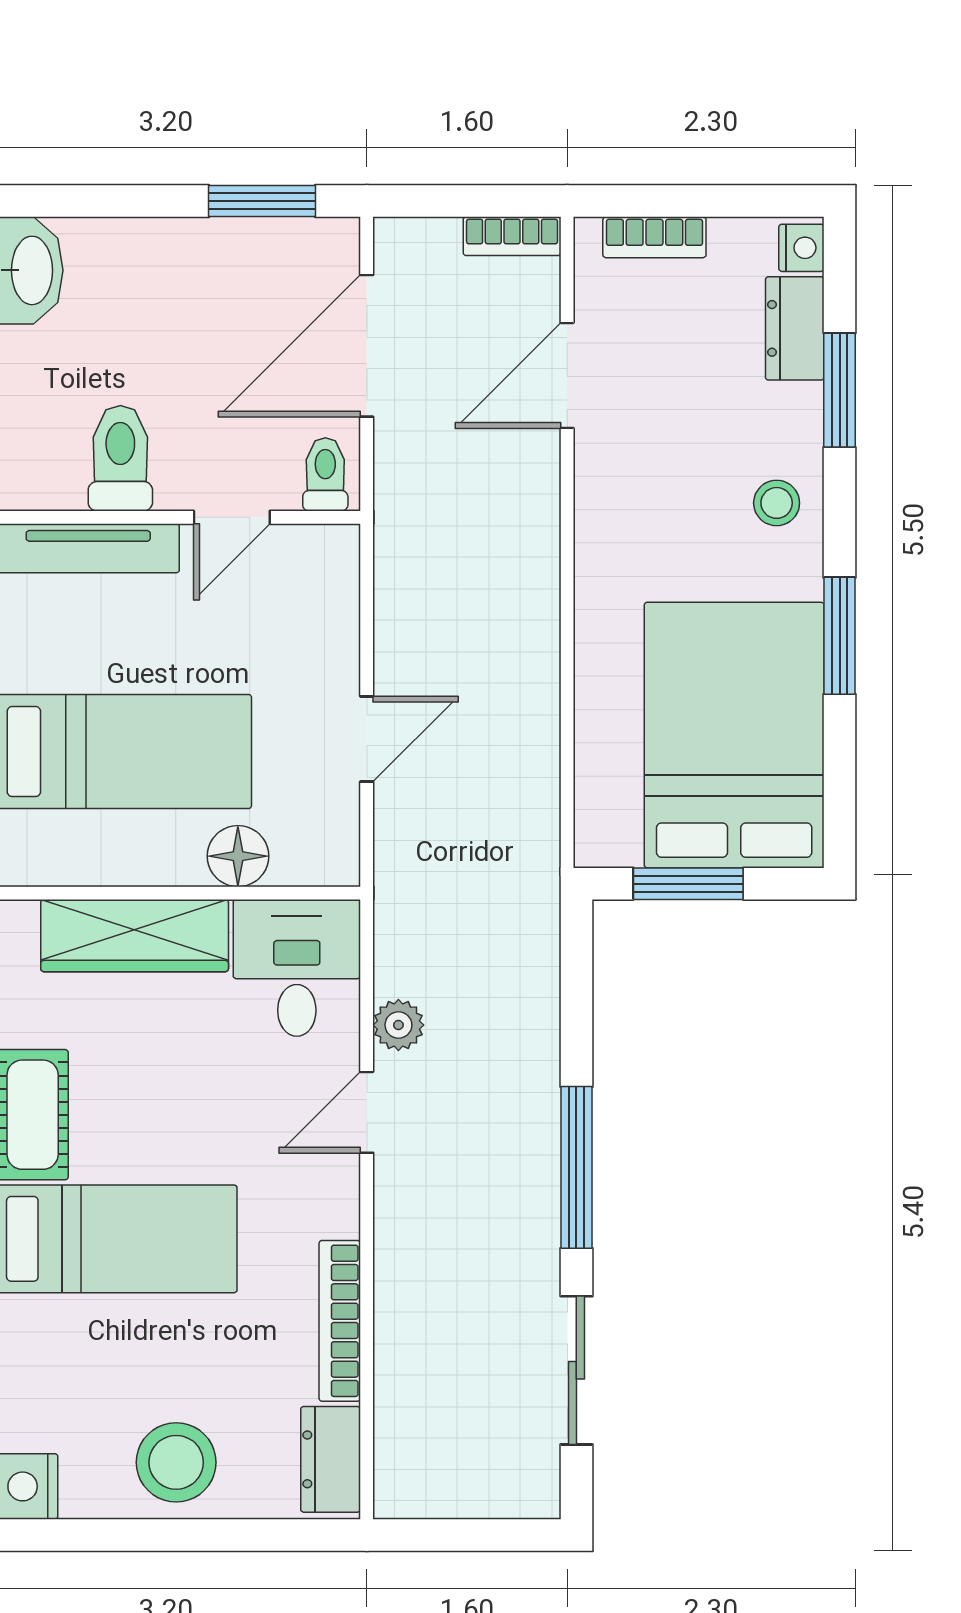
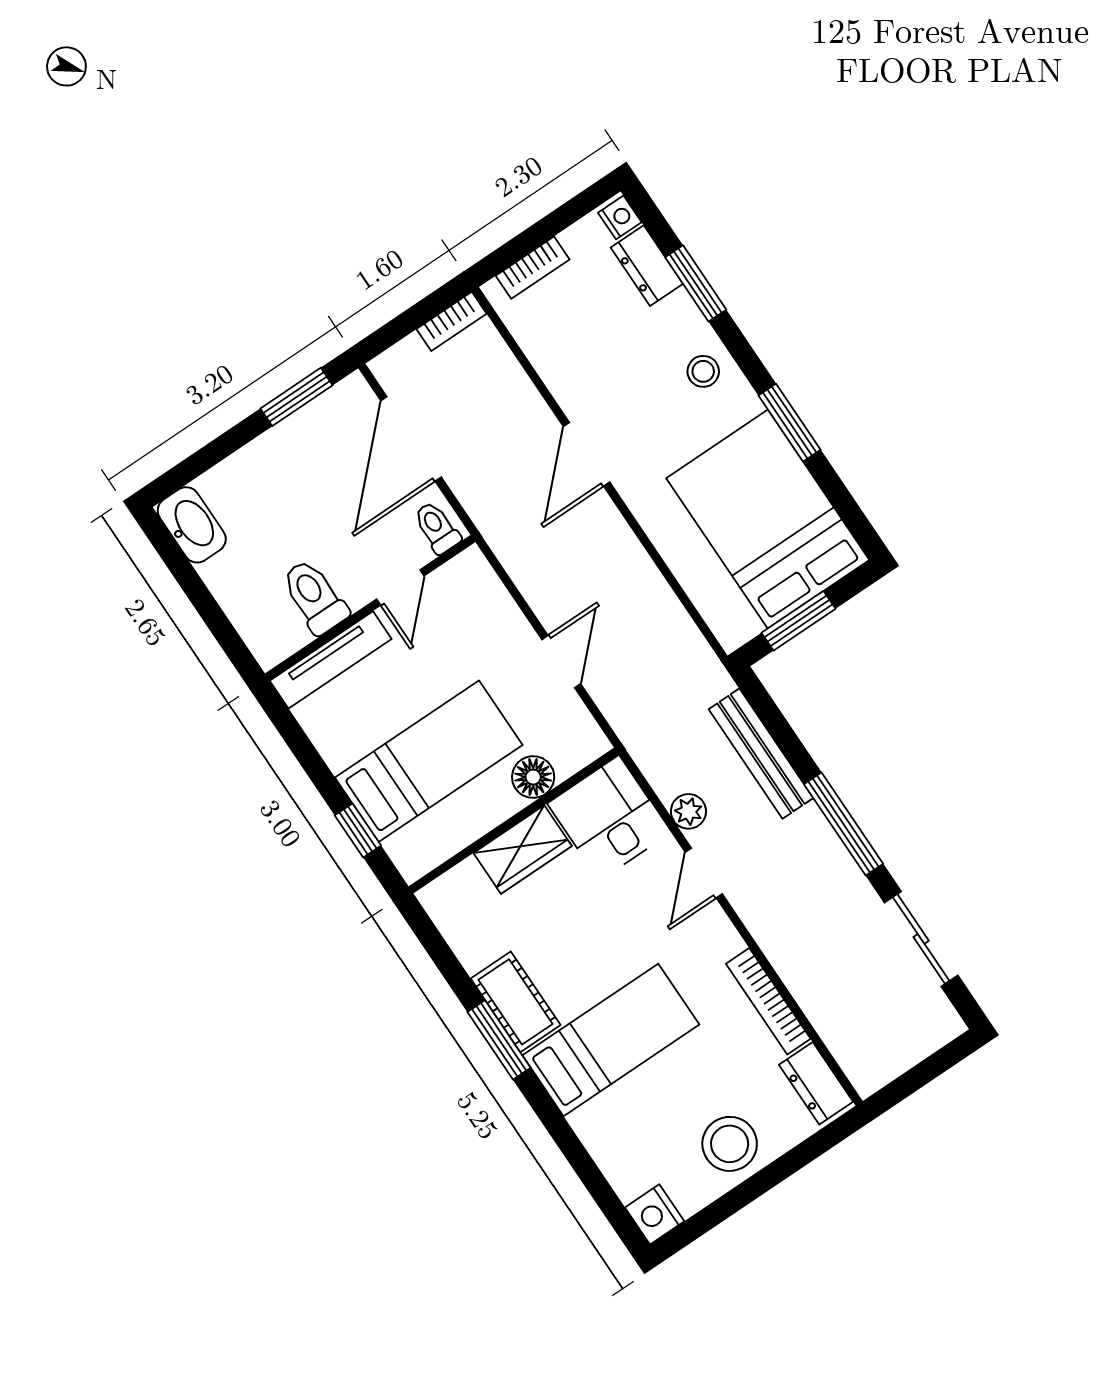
door: (567, 375) -> (587, 454), moved
wardrobe: (135, 936) -> (523, 850), width x0.67
bench: (534, 1014) -> (761, 754), added

